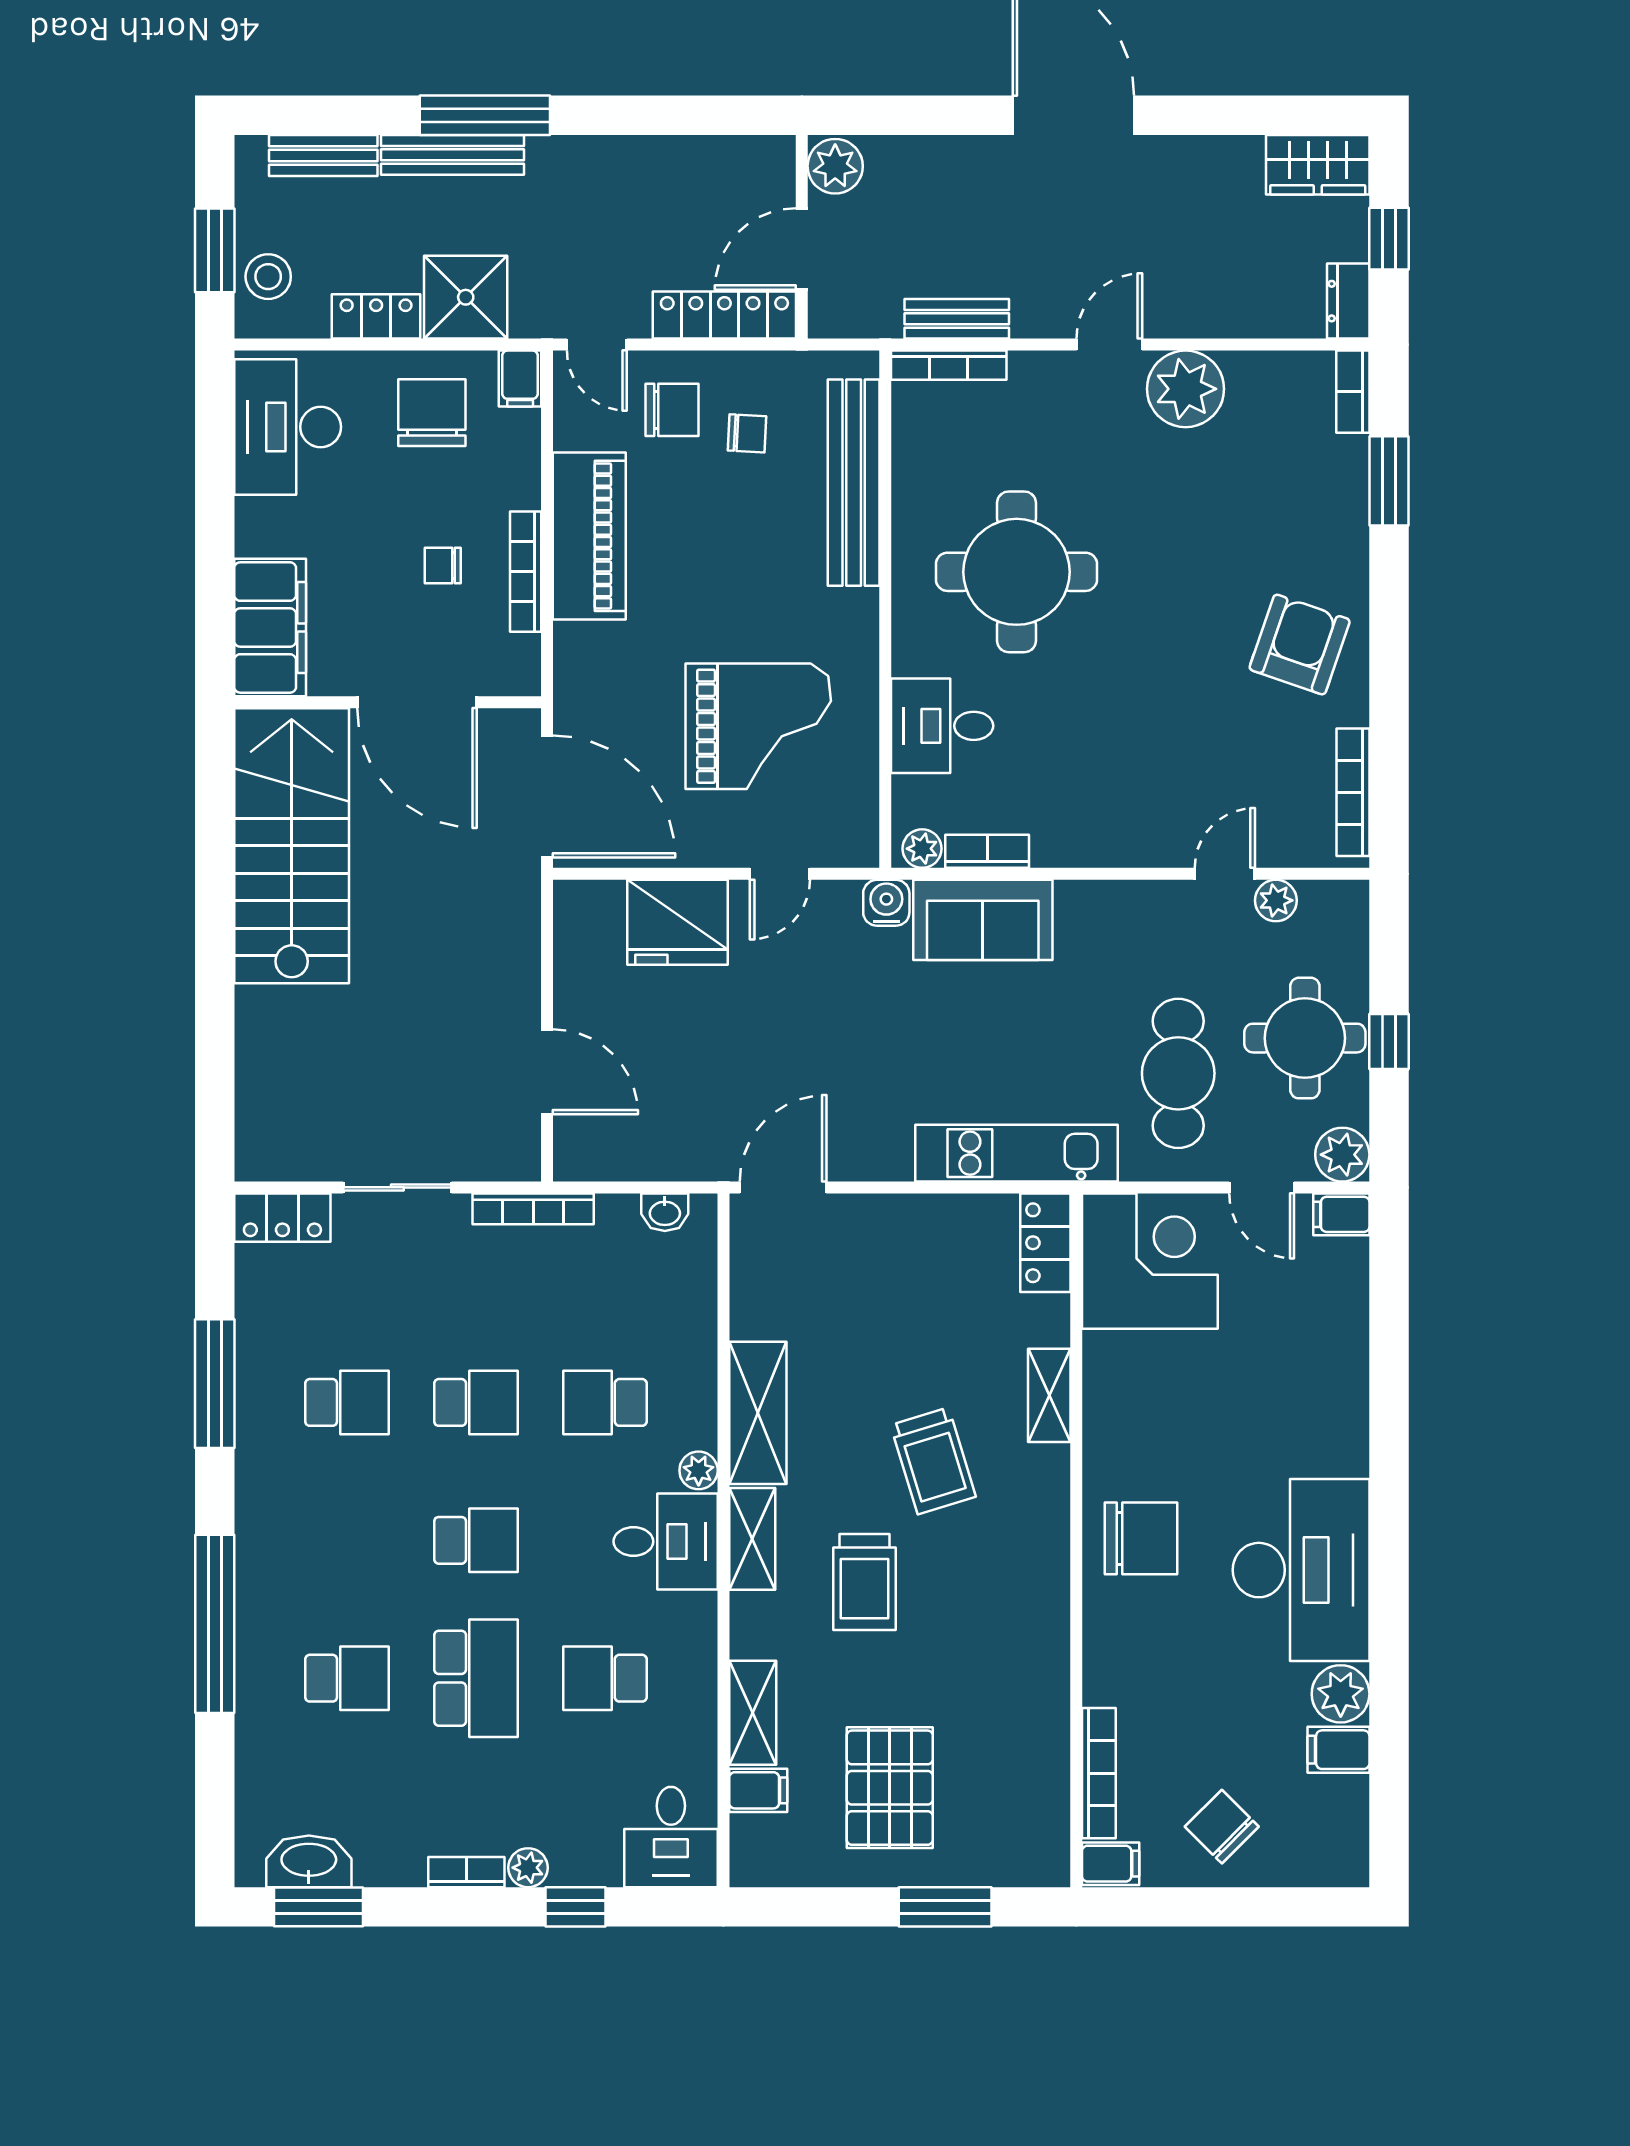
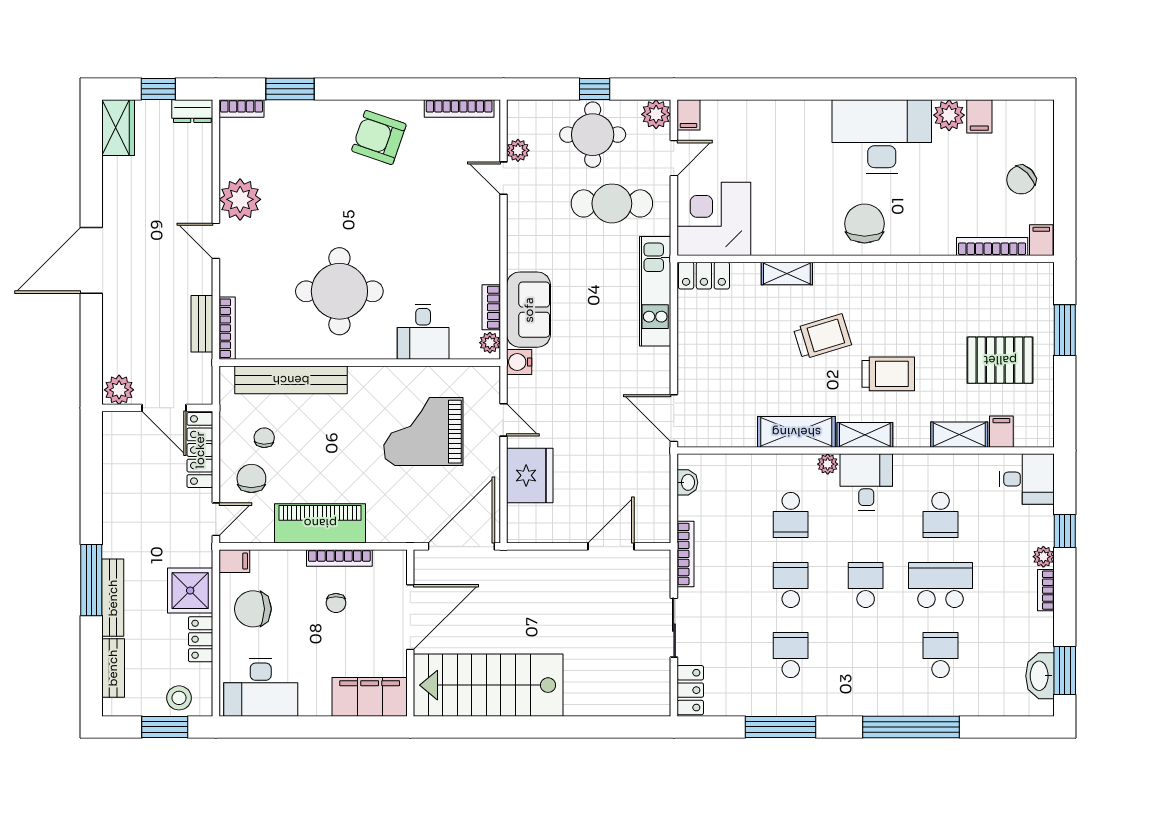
grand piano: (758, 726) -> (423, 432), turned -90

